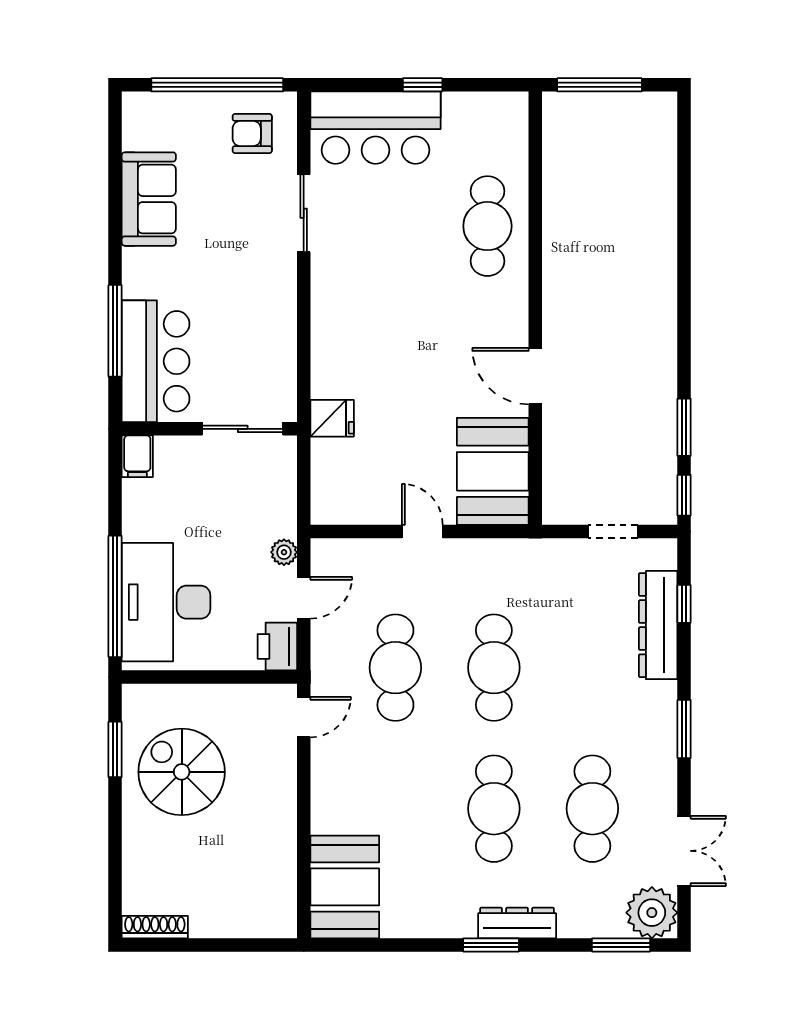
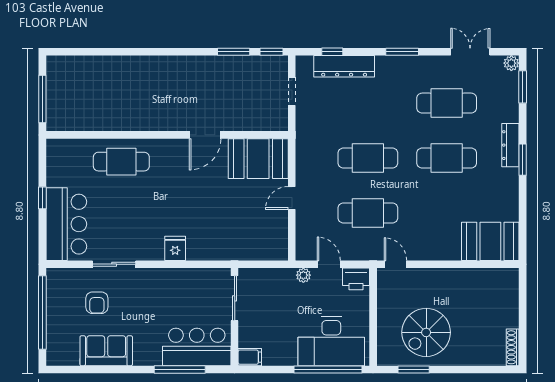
armchair: (252, 133) -> (97, 303), moved
fridge: (332, 418) -> (175, 248), moved
plant: (652, 913) -> (511, 63), width x0.53, depth x0.53

